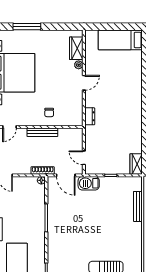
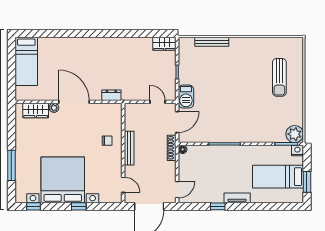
door: (84, 83) -> (74, 102), width x1.88
door: (84, 158) -> (158, 102), swing flipped

